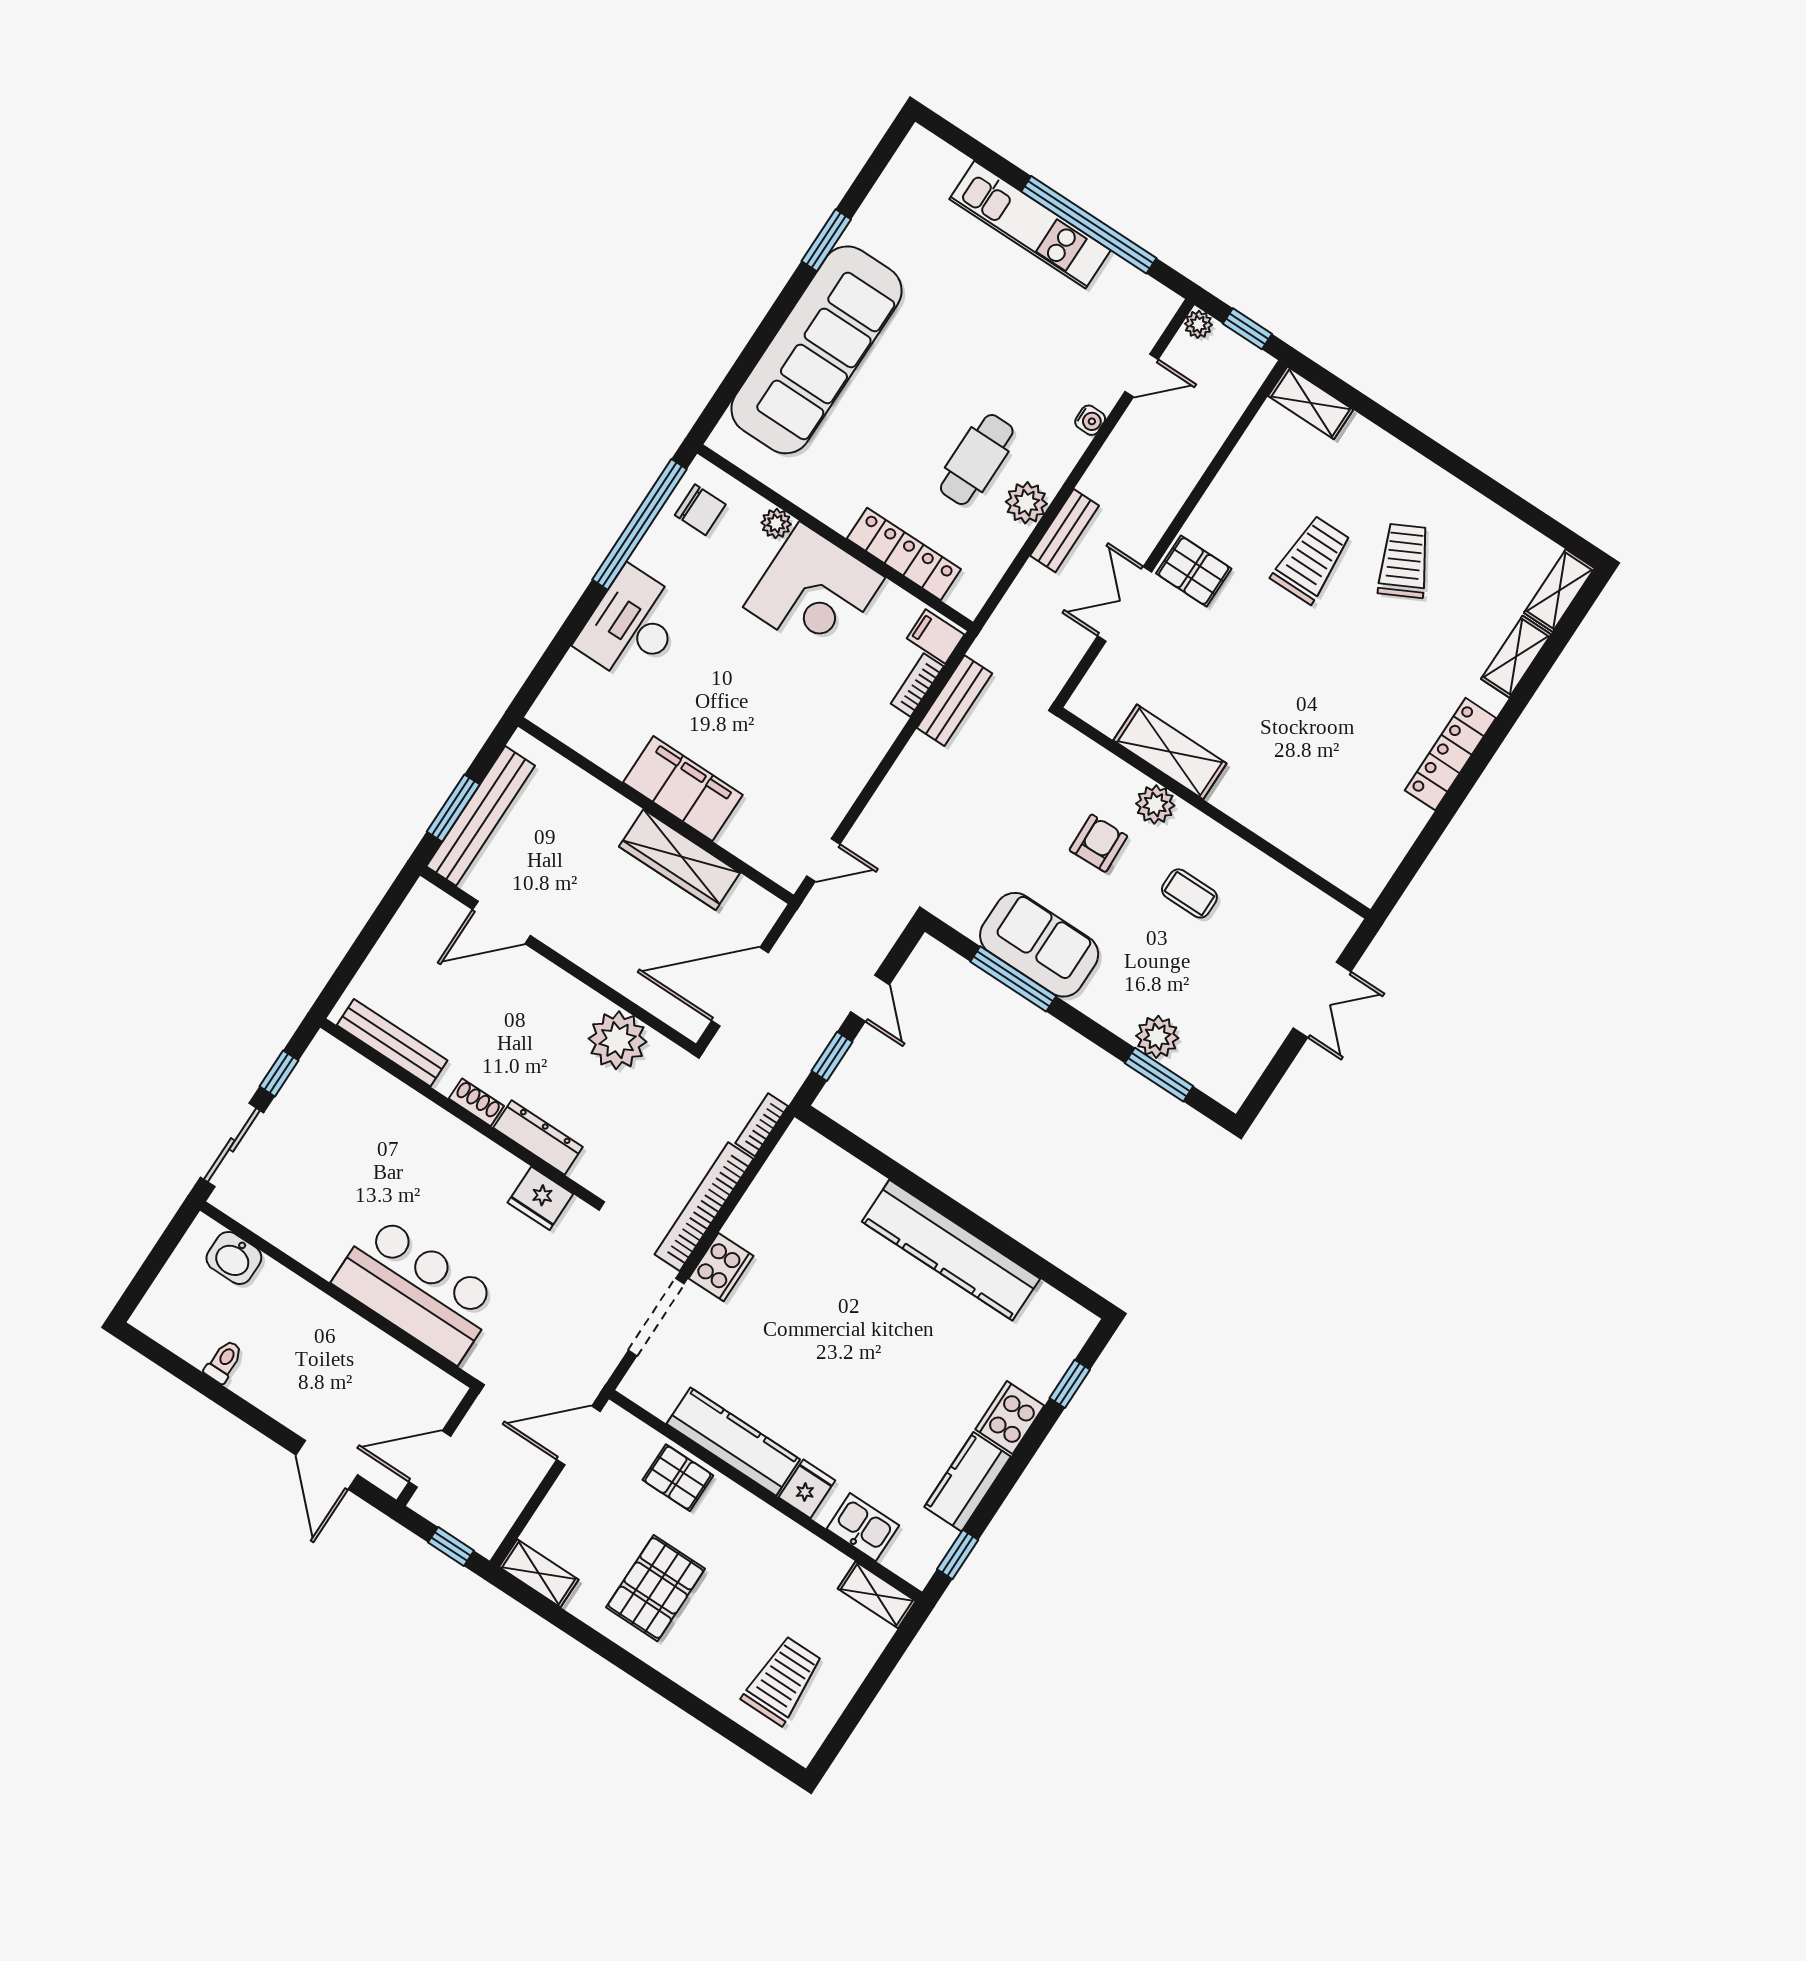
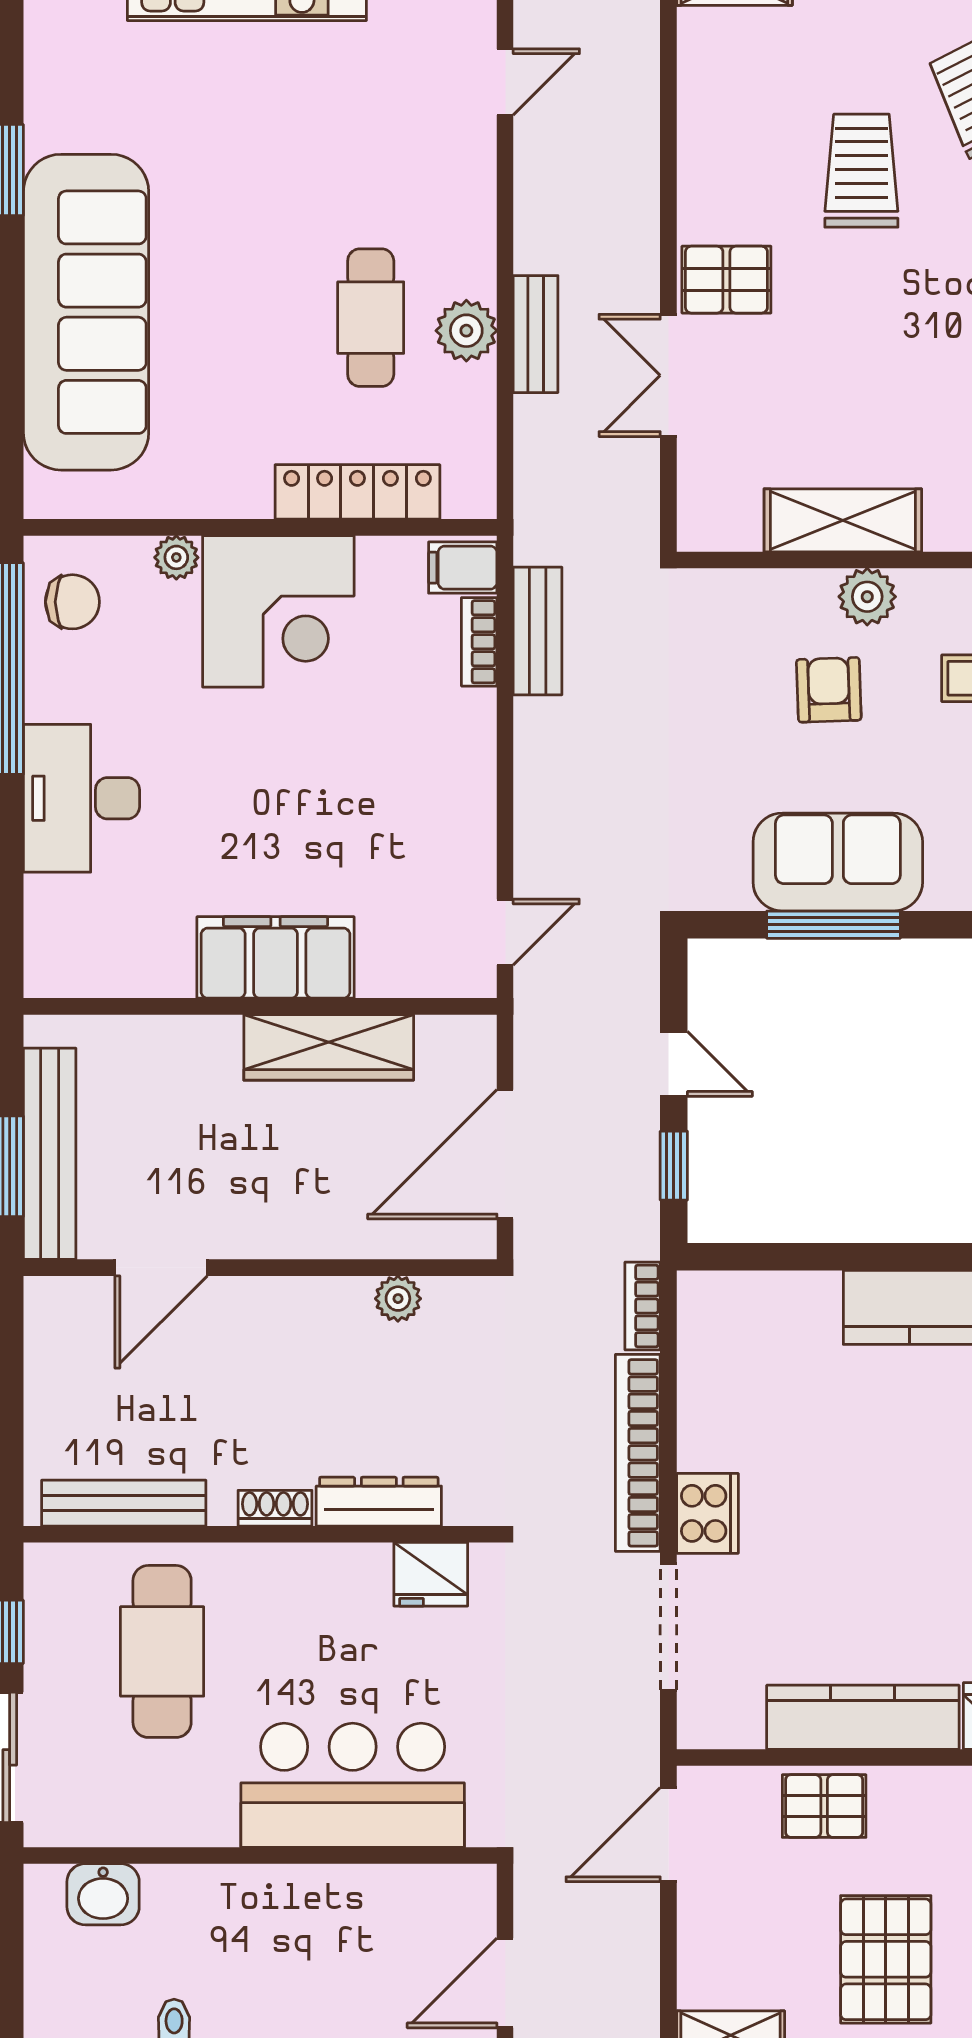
water cooler: (1090, 420) -> (478, 178), removed
plant: (618, 1040) -> (398, 1299), width x0.53, depth x0.53
cafe table: (358, 1142) -> (162, 1651), added

